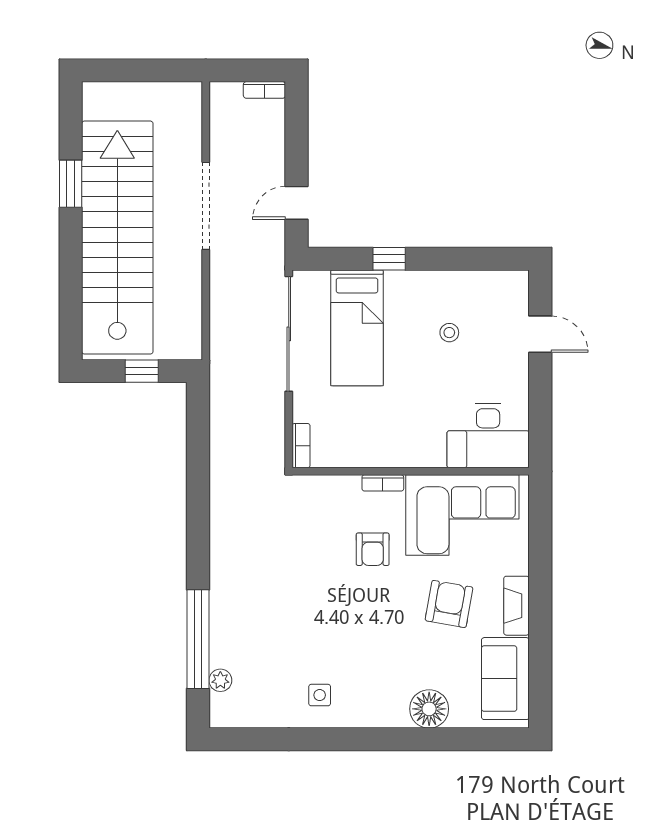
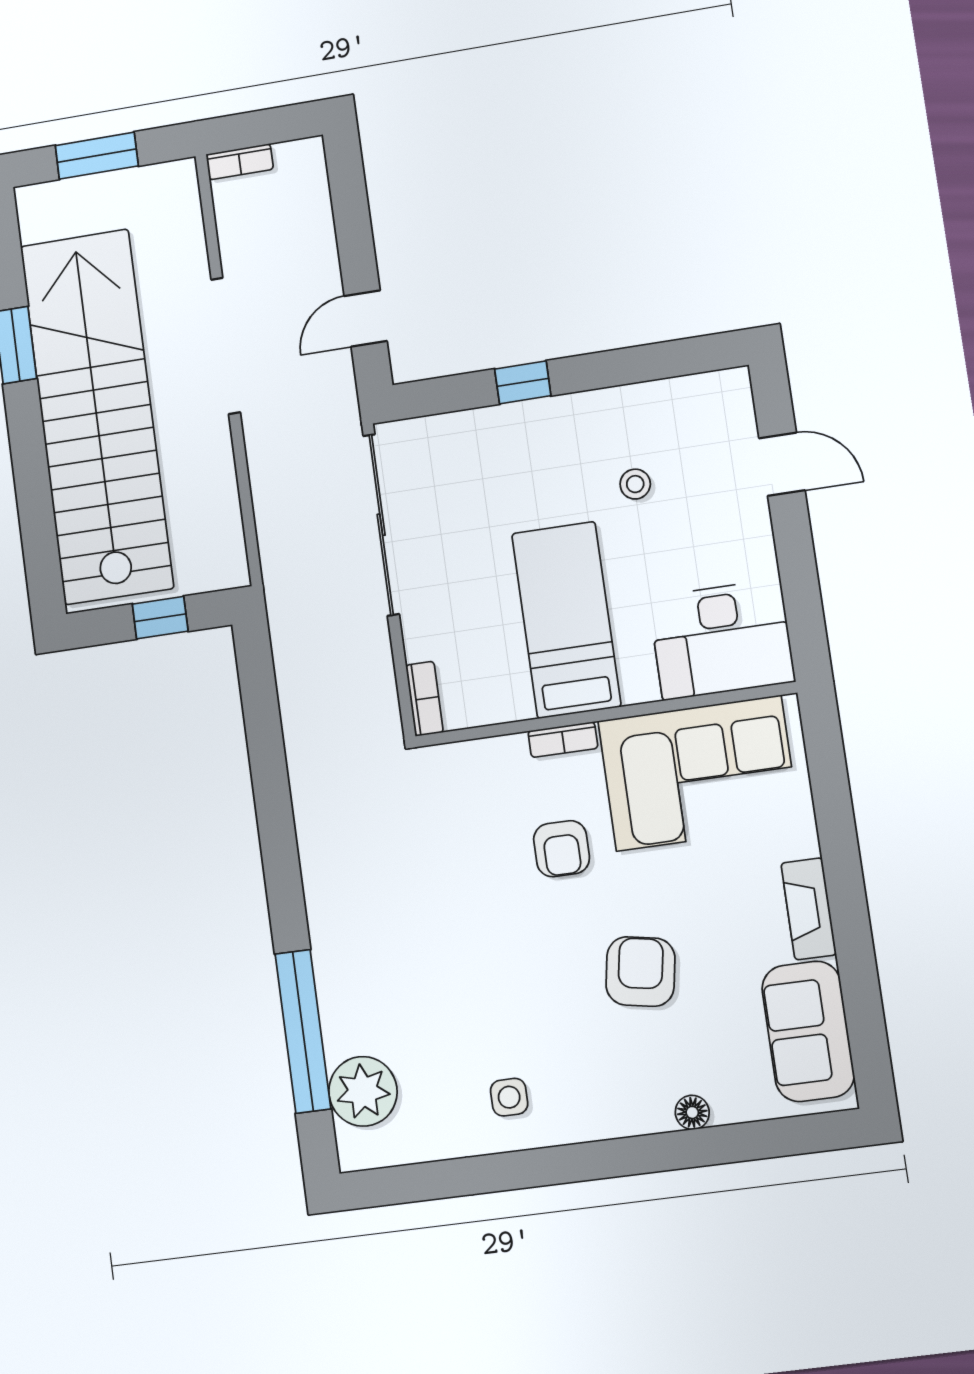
window: (139, 70) -> (97, 156), added
bookcase: (264, 90) -> (240, 162), moved
bed: (357, 328) -> (566, 620), moved, turned 180
armchair: (449, 604) -> (640, 972), moved
plant: (220, 680) -> (363, 1091), width x1.87, depth x1.87
floor lamp: (429, 709) -> (692, 1112), width x0.53, depth x0.53

